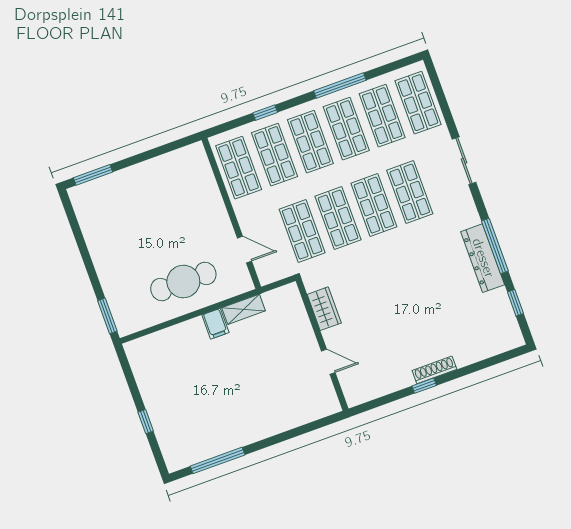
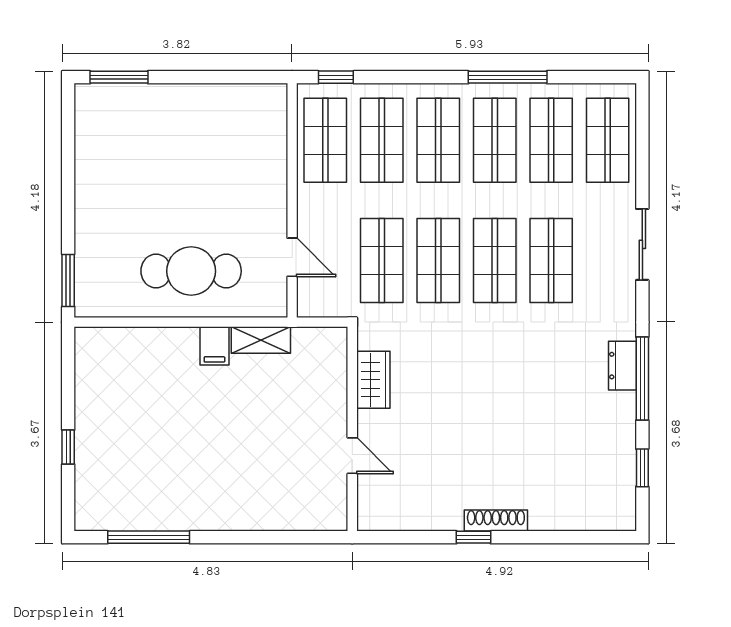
window: (265, 113) -> (336, 77), moved
dresser: (483, 258) -> (623, 366), width x0.51, depth x0.80

